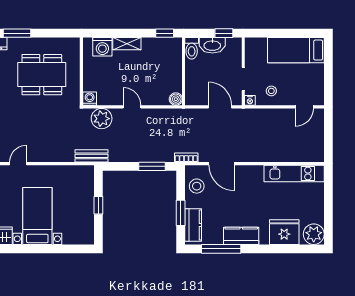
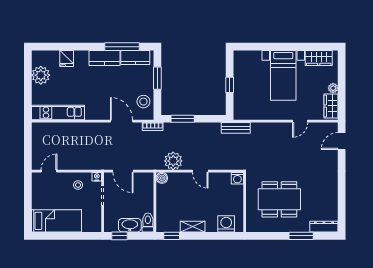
shelving: (127, 44) -> (193, 227), moved
plant: (102, 119) -> (173, 161), moved
kitchen counter: (193, 225) -> (135, 57), moved, turned -90
fridge: (284, 232) -> (67, 58), width x0.53, depth x0.75
plant: (314, 234) -> (41, 75), moved

